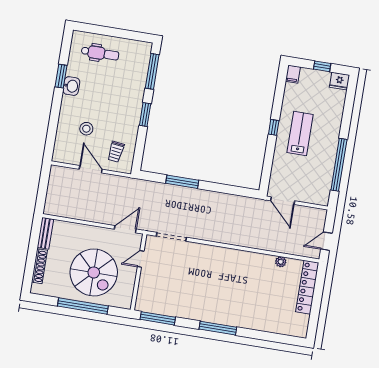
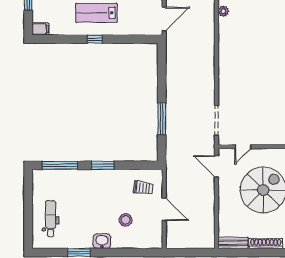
washbasin: (71, 86) -> (102, 241), moved
door: (91, 169) -> (164, 209), swing flipped
door: (141, 259) -> (243, 147), hinge flipped

